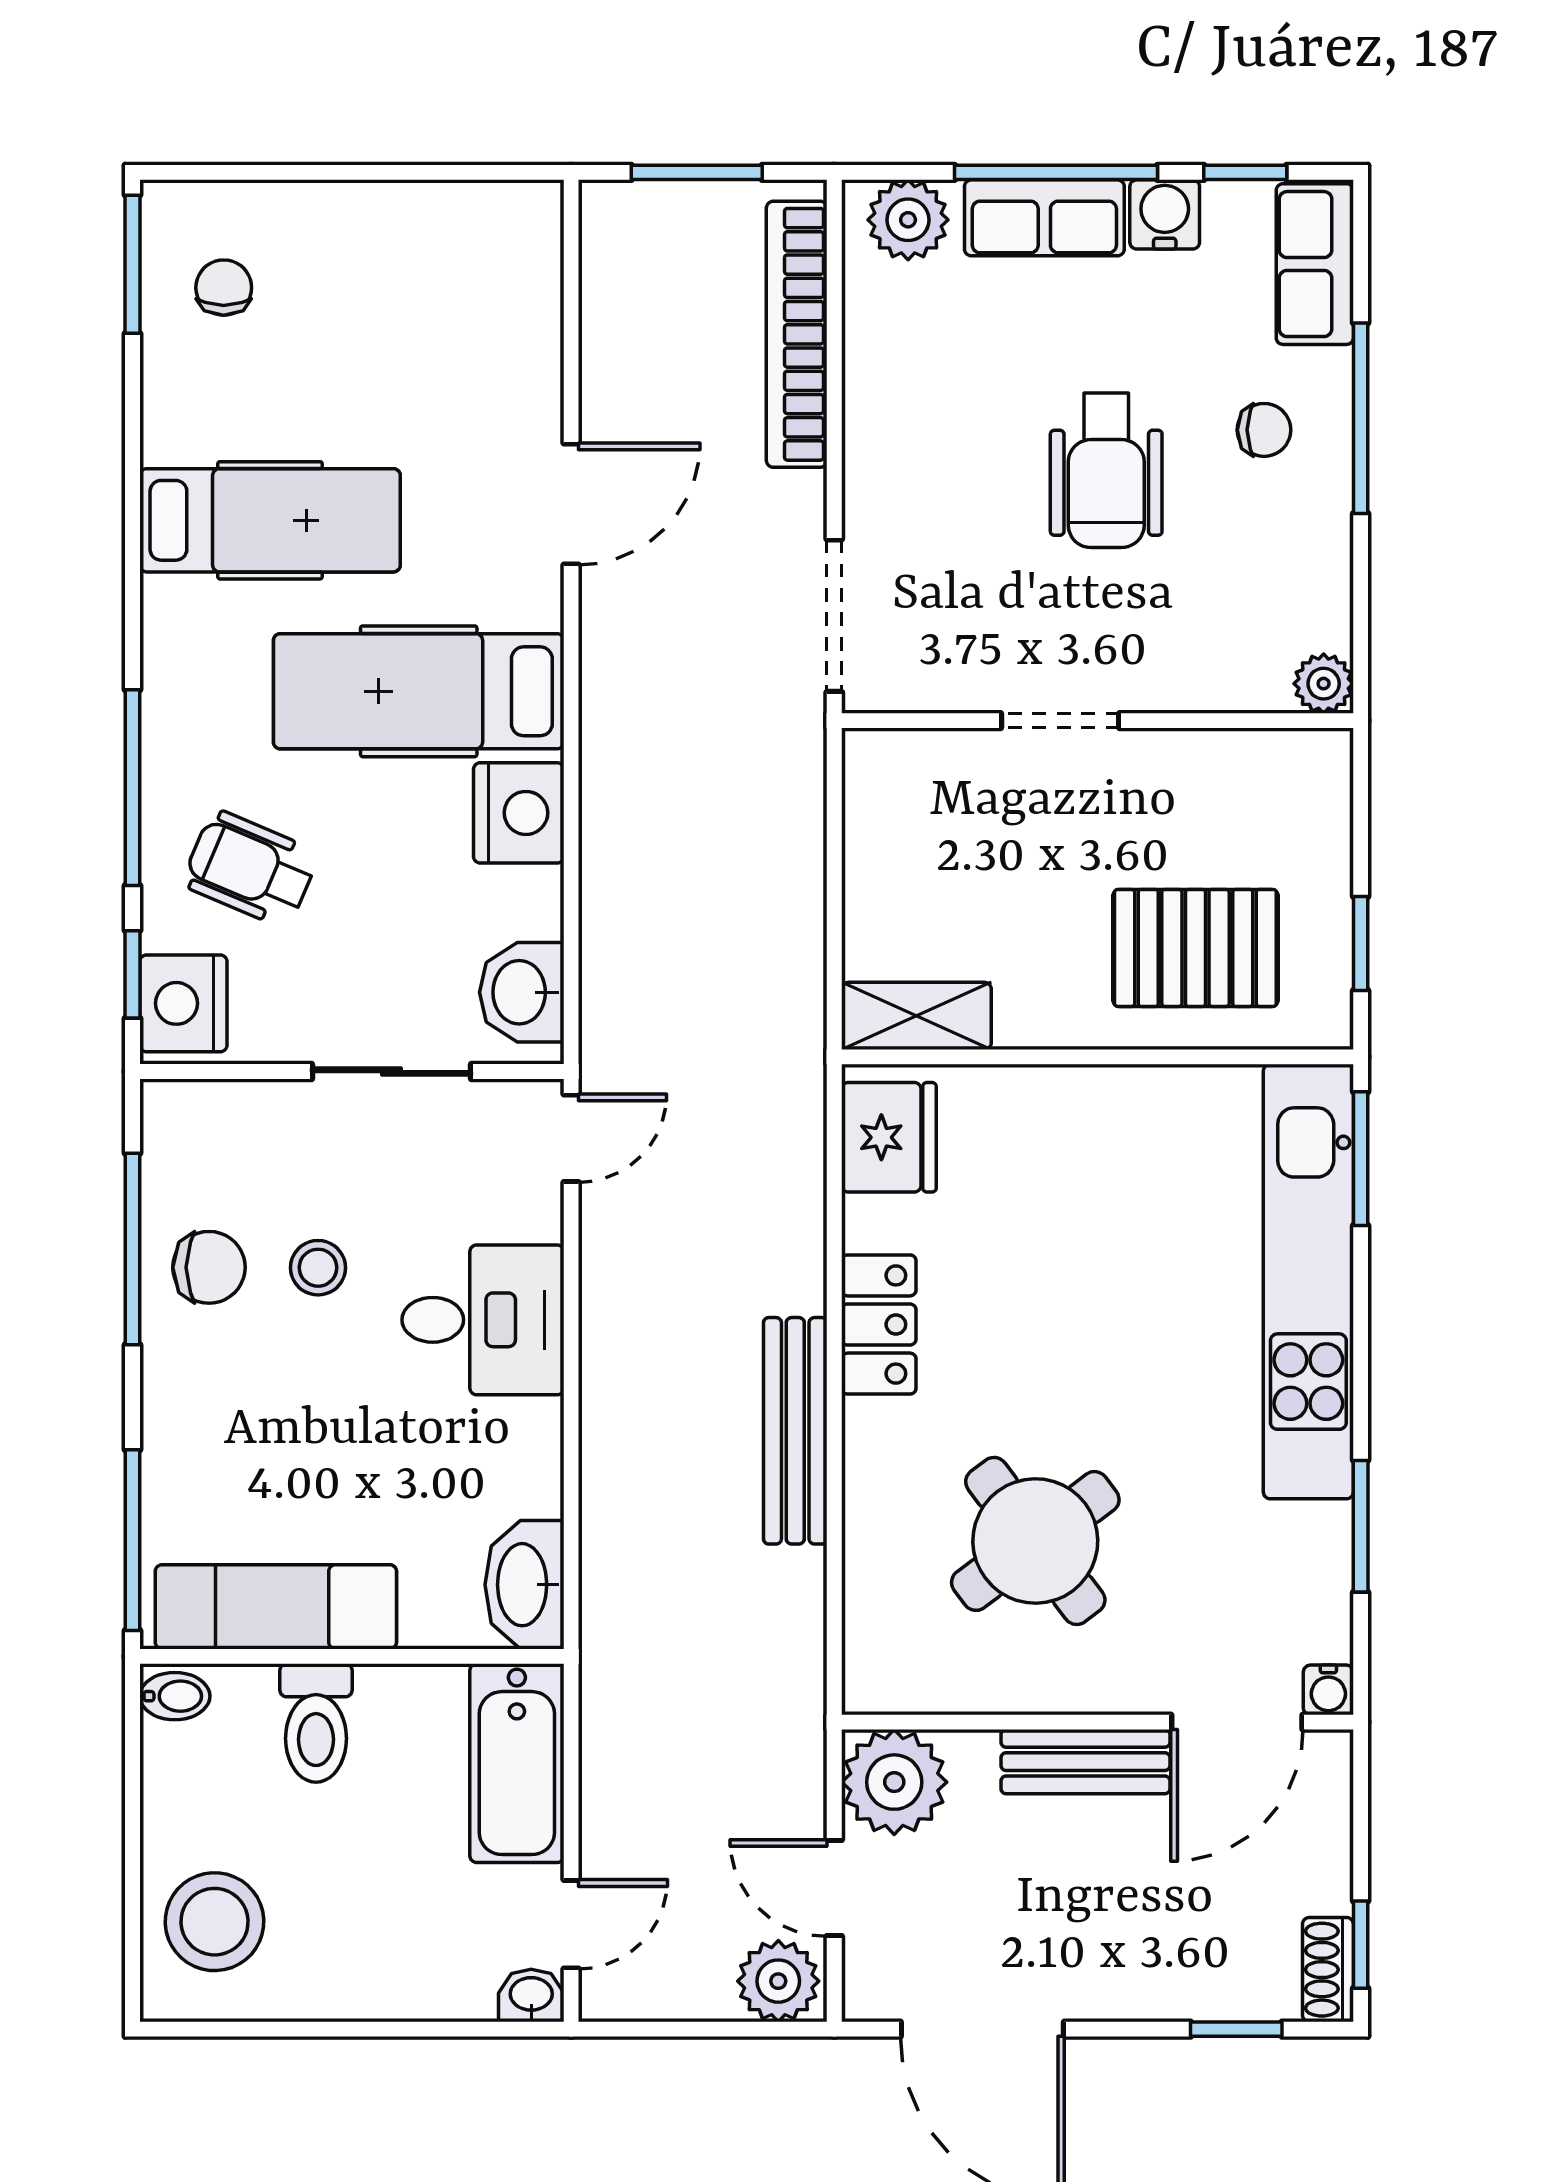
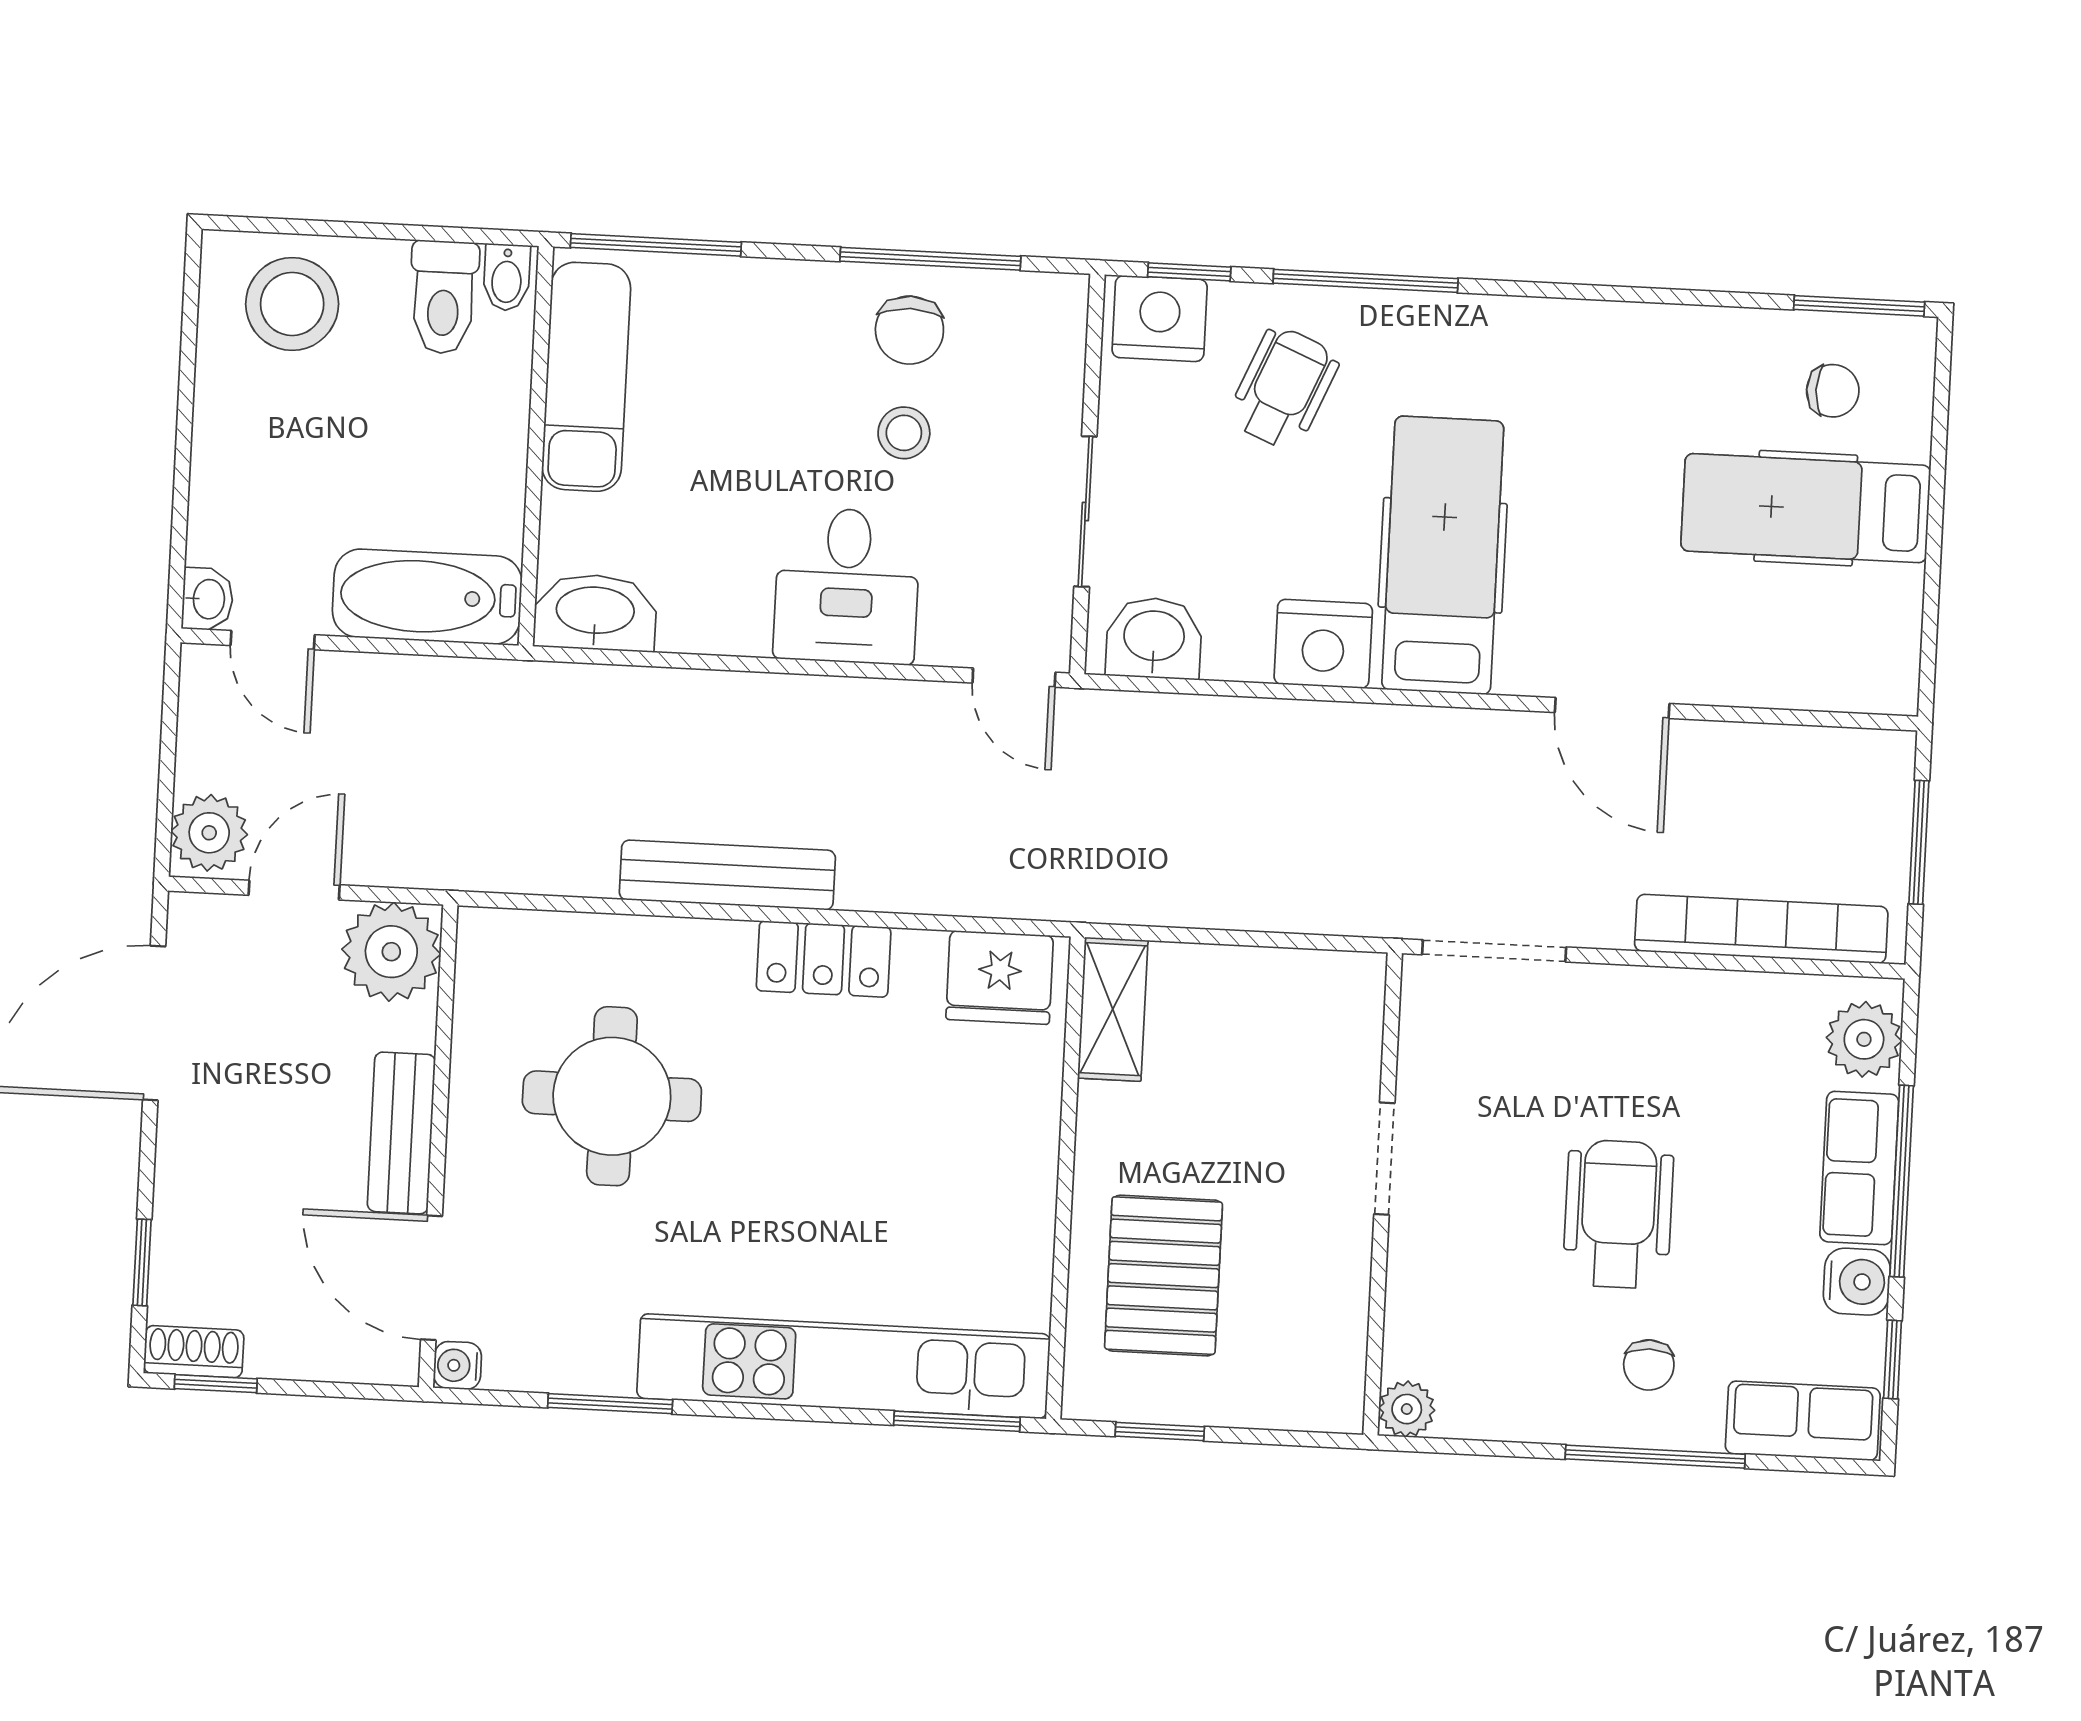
wheelchair: (1106, 470) -> (1618, 1214), turned 90
hospital bed: (270, 520) -> (1806, 508), moved, turned 90
round table: (1035, 1541) -> (612, 1096), turned 37
toilet: (316, 1723) -> (444, 297), moved, turned -90

